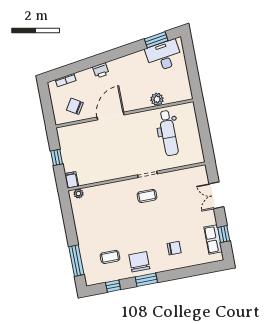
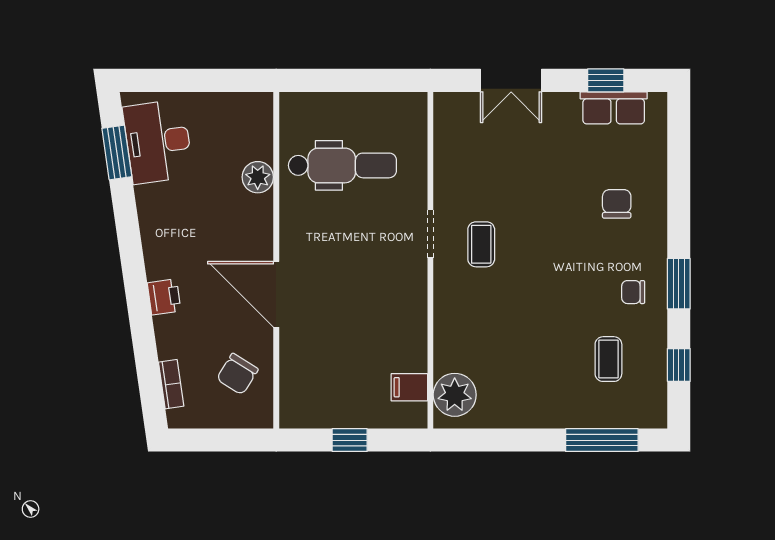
filing cabinet: (72, 180) -> (409, 387), moved
plant: (79, 194) -> (455, 395), width x1.88, depth x1.88
chair: (139, 262) -> (633, 292), width x0.54, depth x0.54

